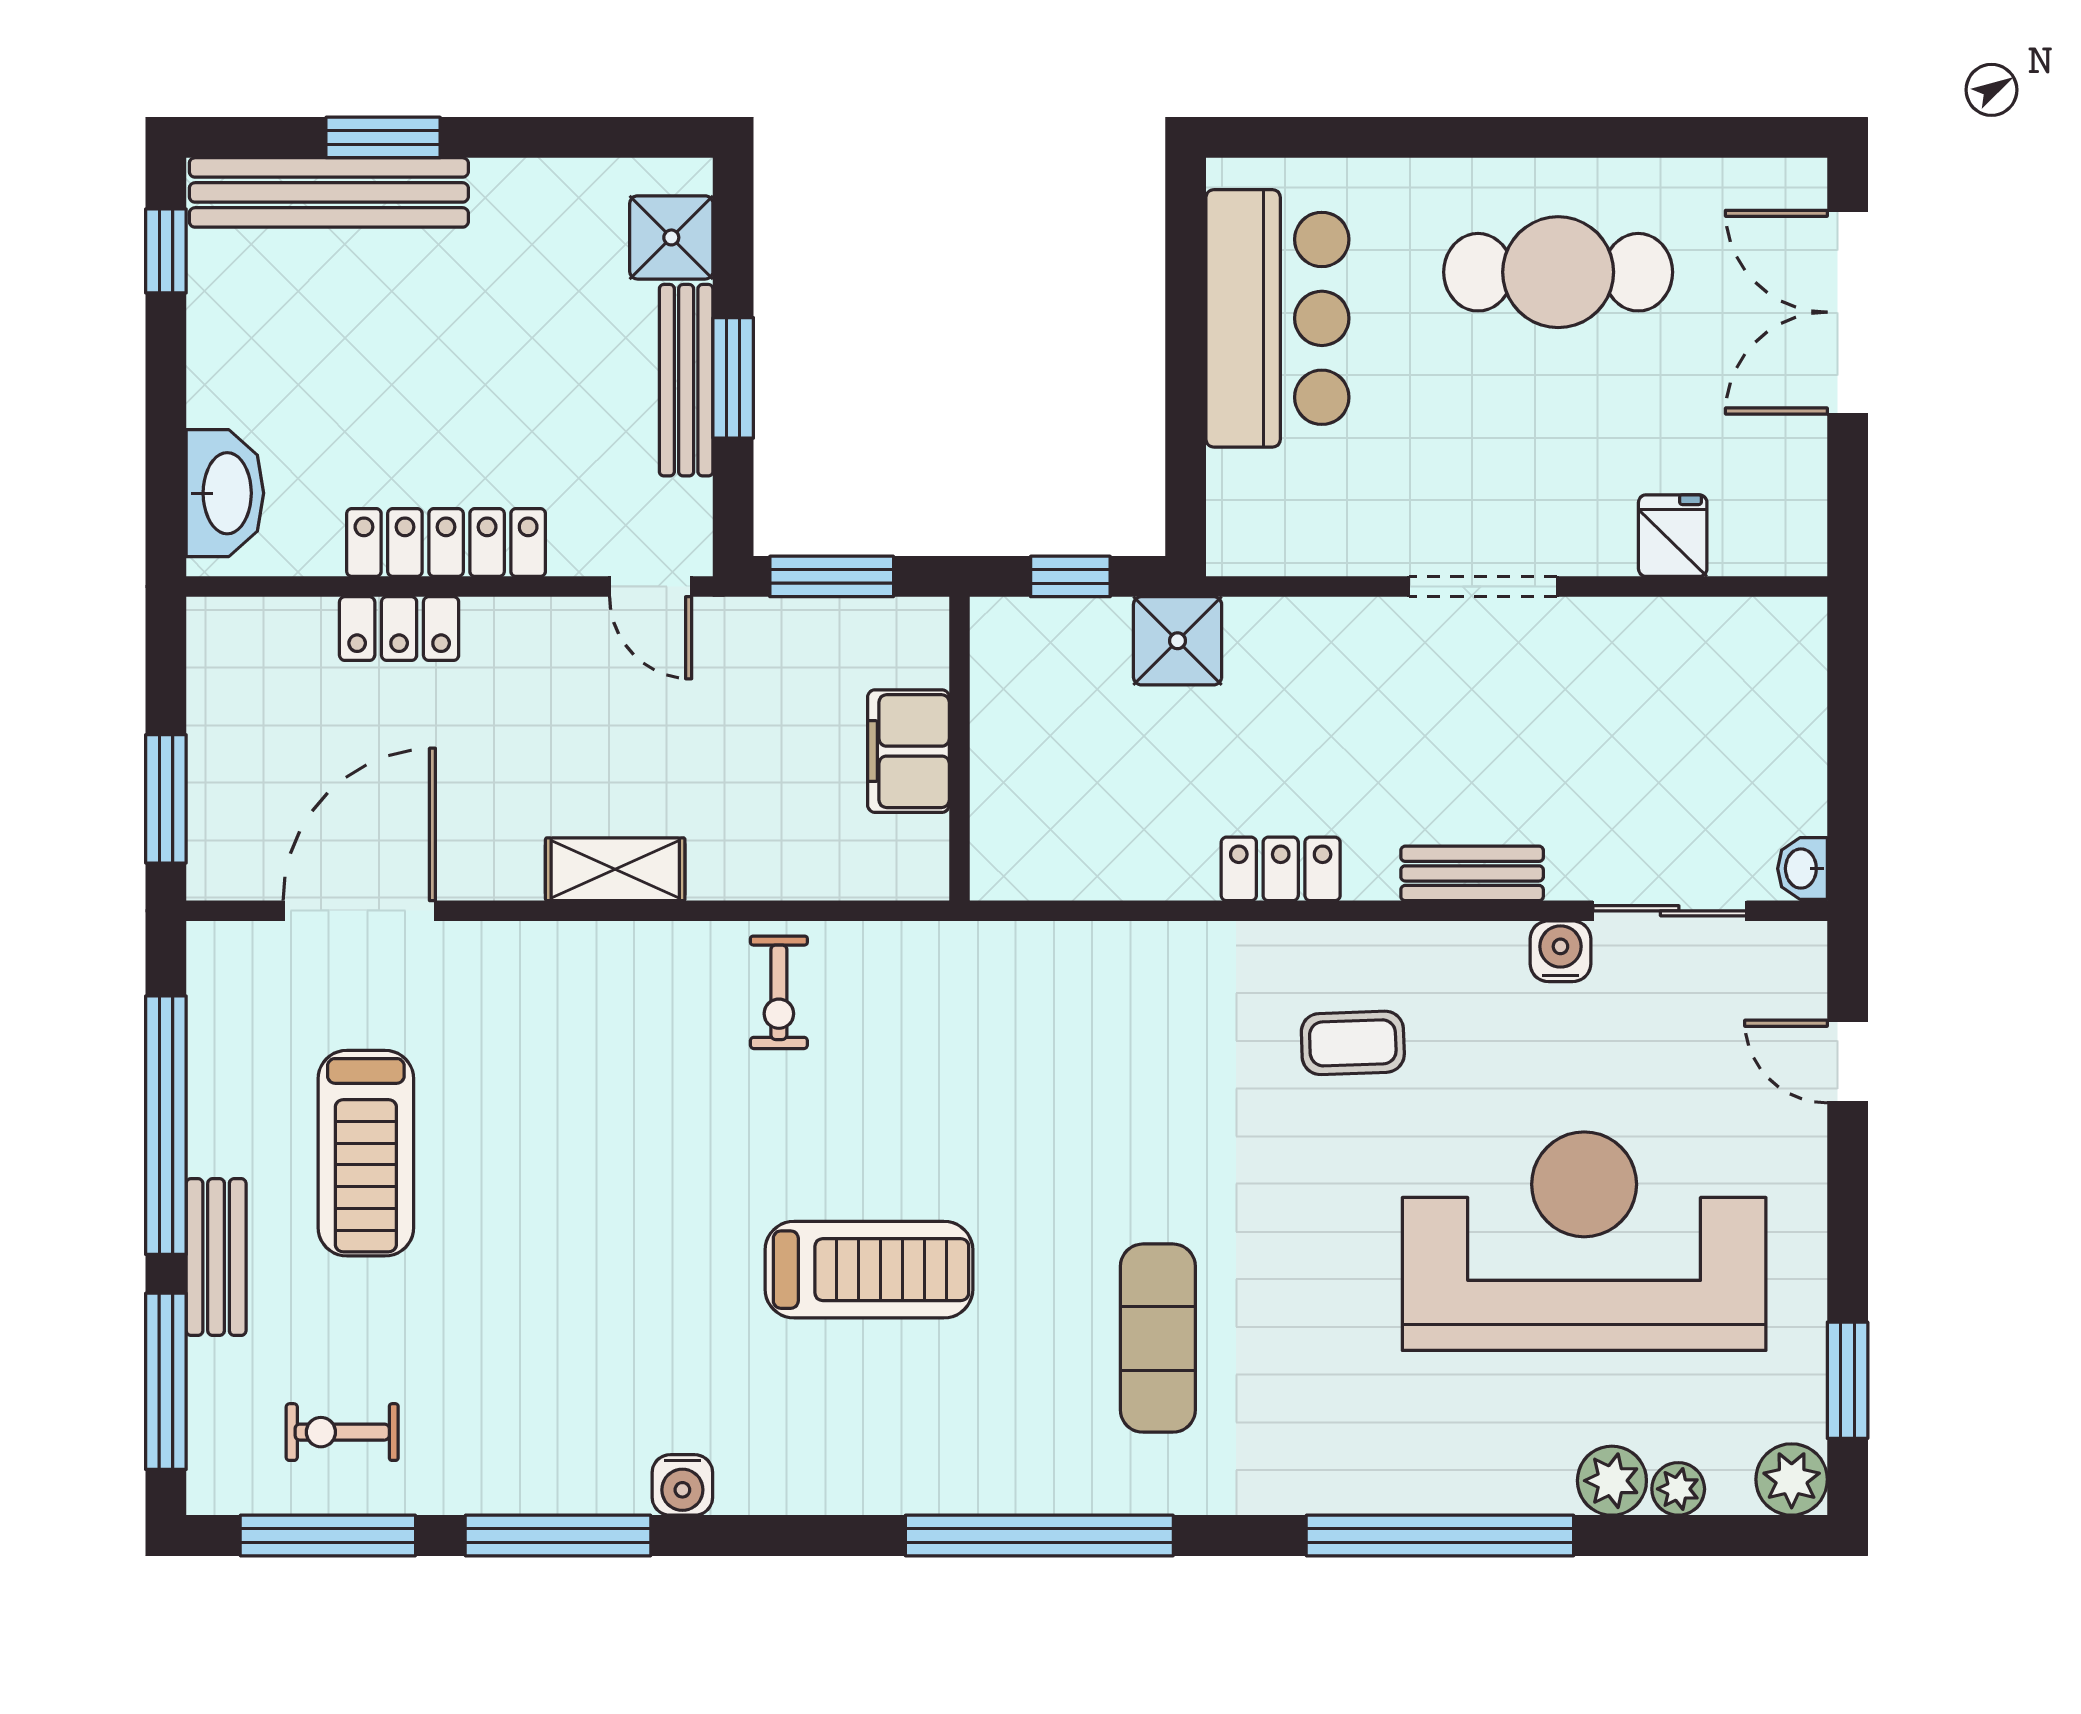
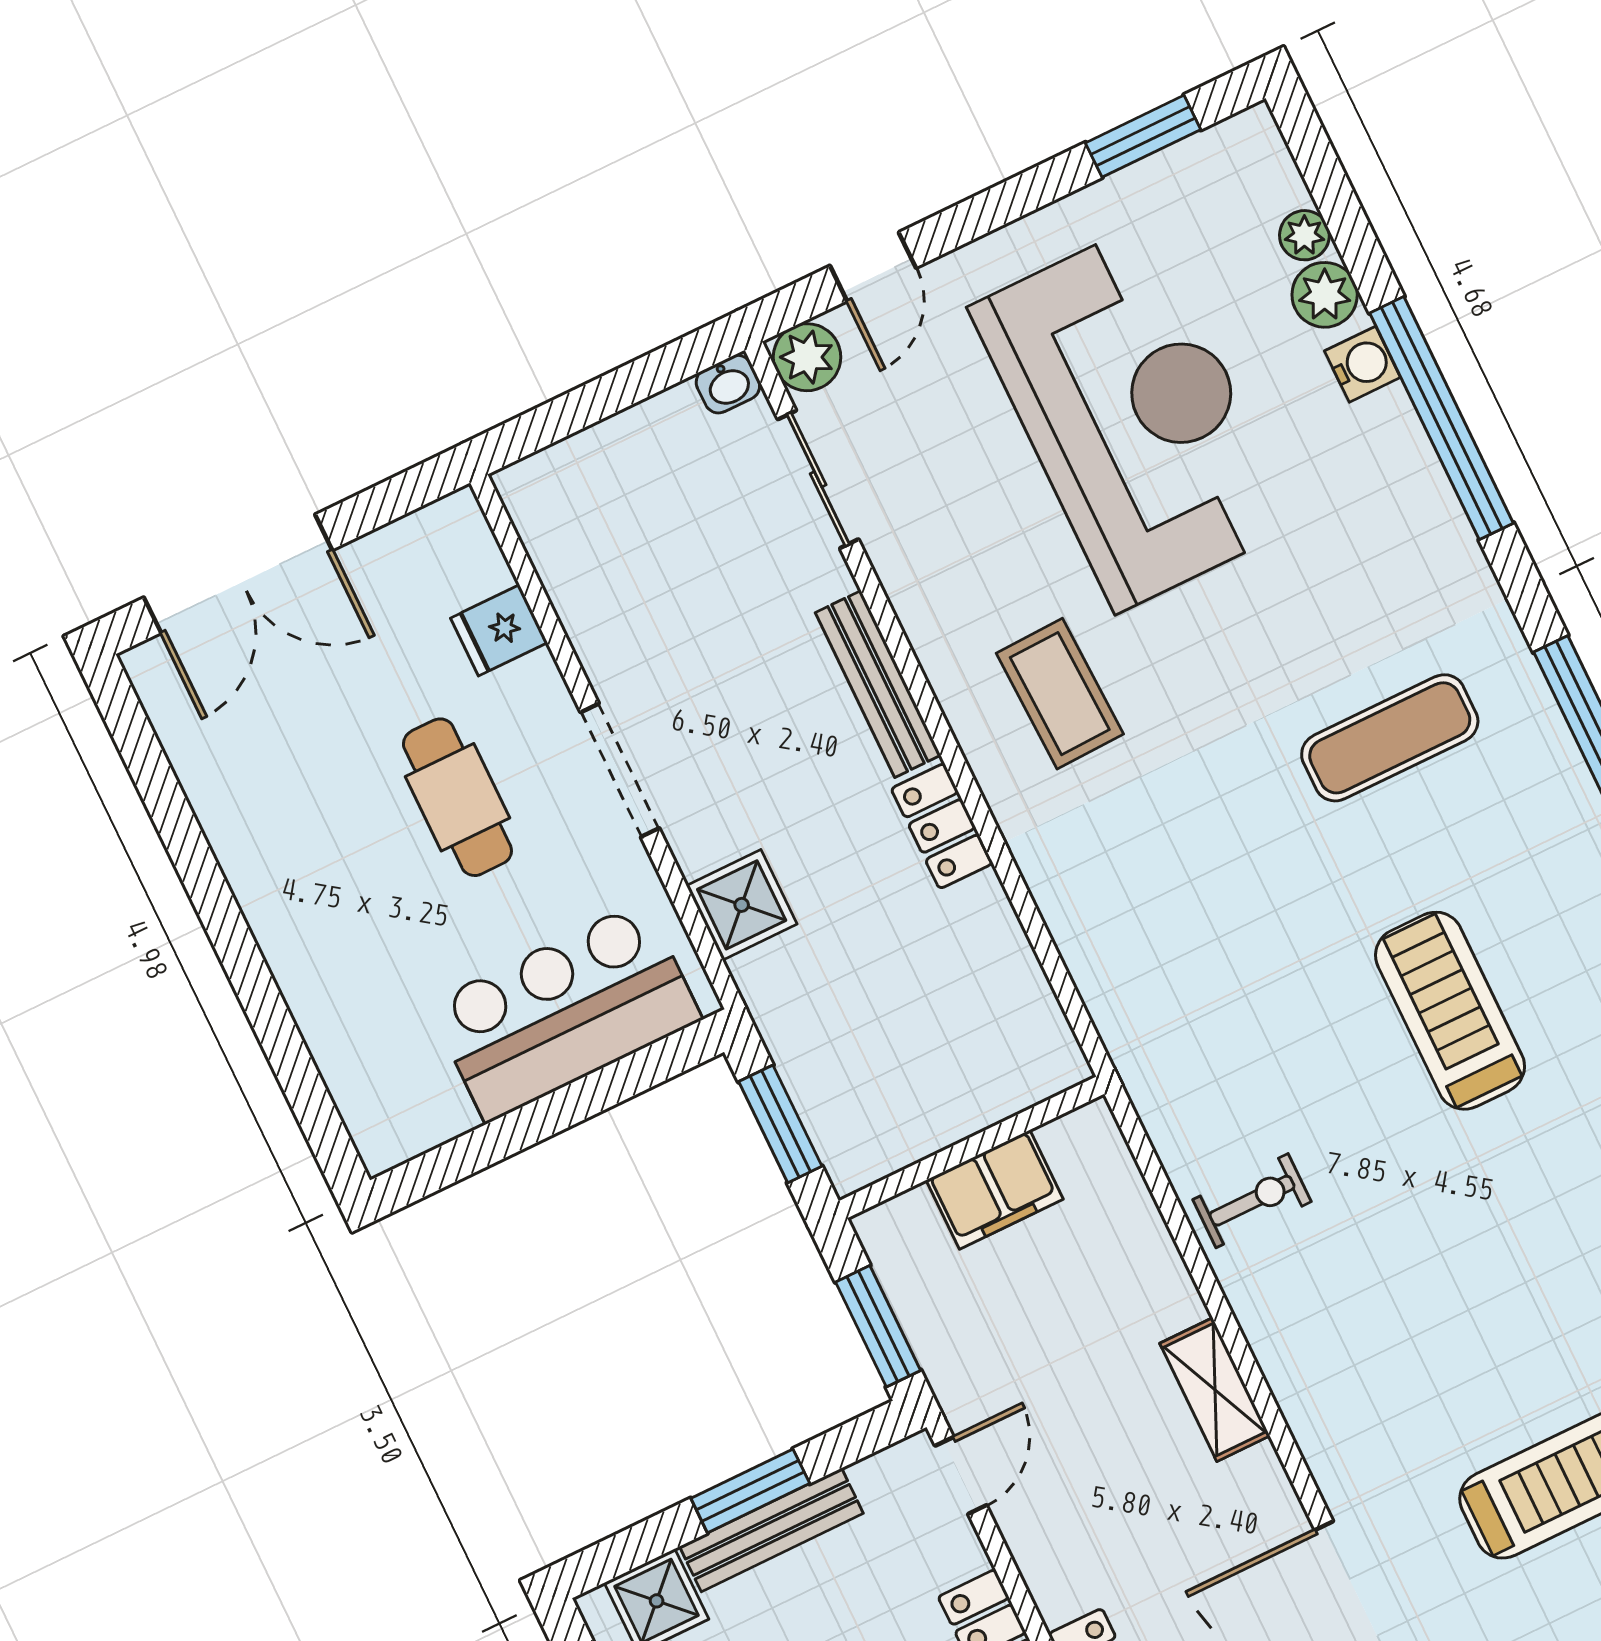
cafe table: (1558, 272) -> (457, 797), moved, width x0.73, depth x0.74
bar counter: (1277, 318) -> (565, 1011), moved
window: (1070, 576) -> (780, 1124), width x1.50
shower: (1178, 641) -> (742, 905), moved
bench: (1472, 873) -> (878, 684), width x1.36
water cooler: (1560, 951) -> (1363, 364), moved, turned 180
coffee table: (1353, 1043) -> (1060, 694), width x1.36, depth x1.30
reception desk: (1584, 1241) -> (1133, 416), turned 180
plant: (1792, 1479) -> (807, 357), moved

